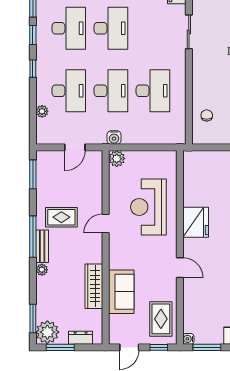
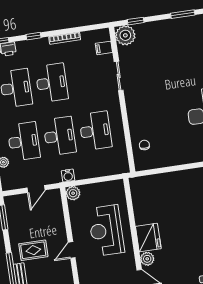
plant: (191, 246) -> (147, 259), added

